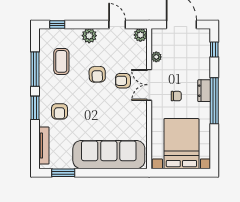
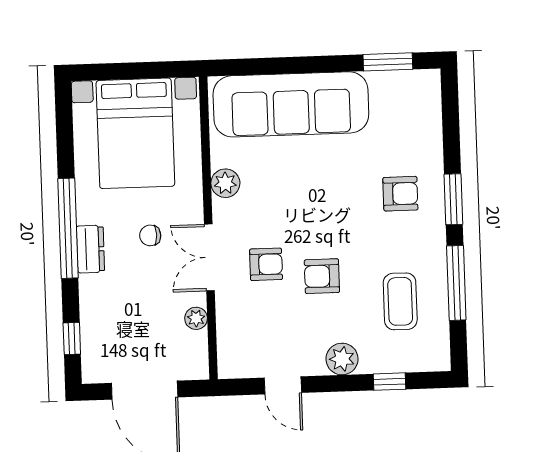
window: (57, 24) -> (390, 382), moved
plant: (140, 35) -> (225, 183), moved
armchair: (97, 74) -> (322, 276), turned -88
double door: (149, 85) -> (209, 257), swing flipped
armchair: (59, 111) -> (400, 194), turned 90
tv unit: (44, 146) -> (431, 119), removed

